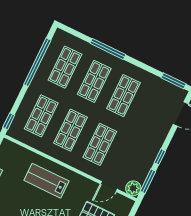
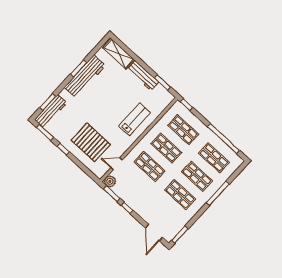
door: (109, 187) -> (117, 164), hinge flipped

